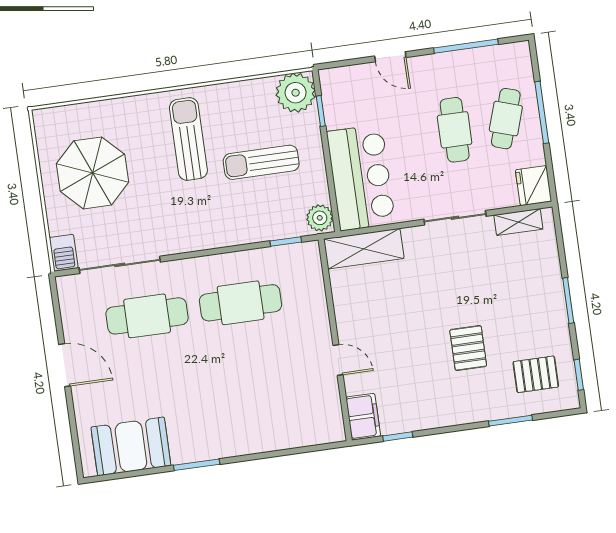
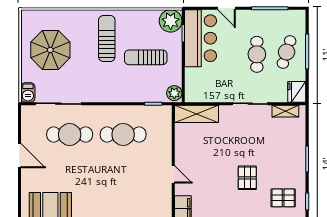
bar counter: (361, 178) -> (201, 38), moved

